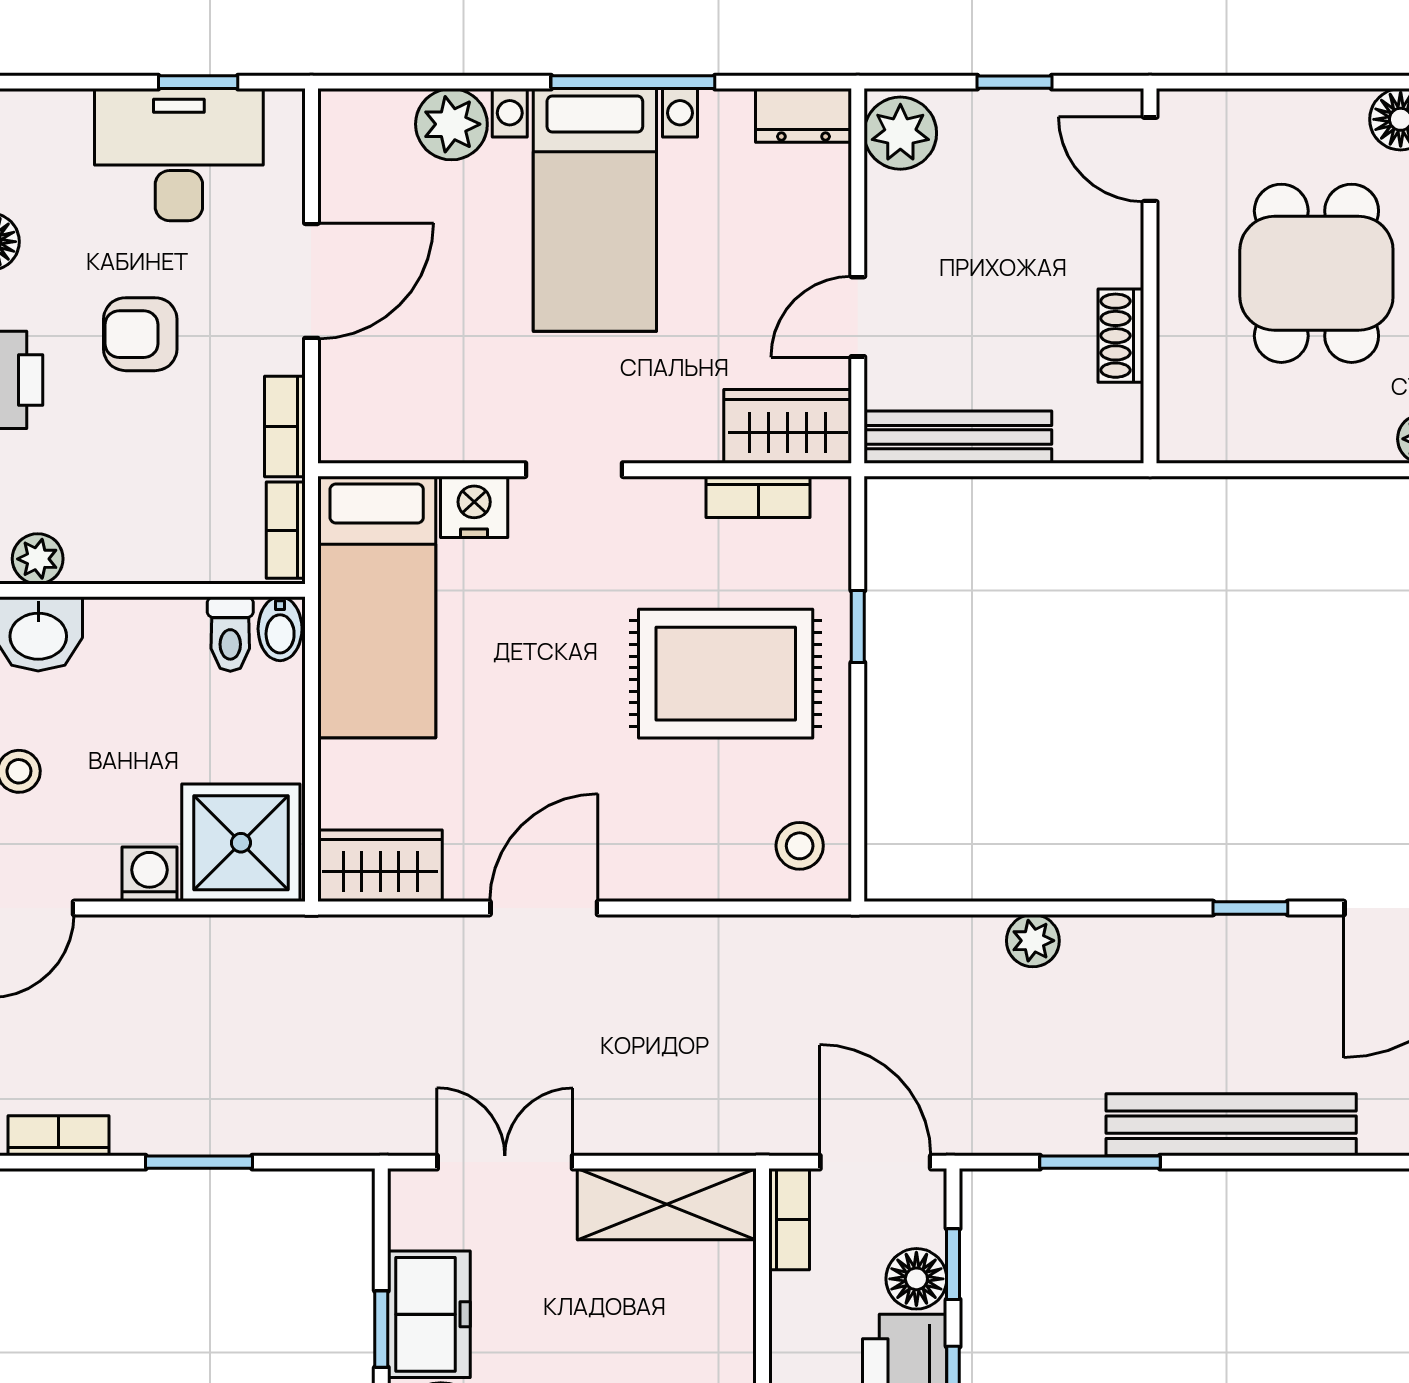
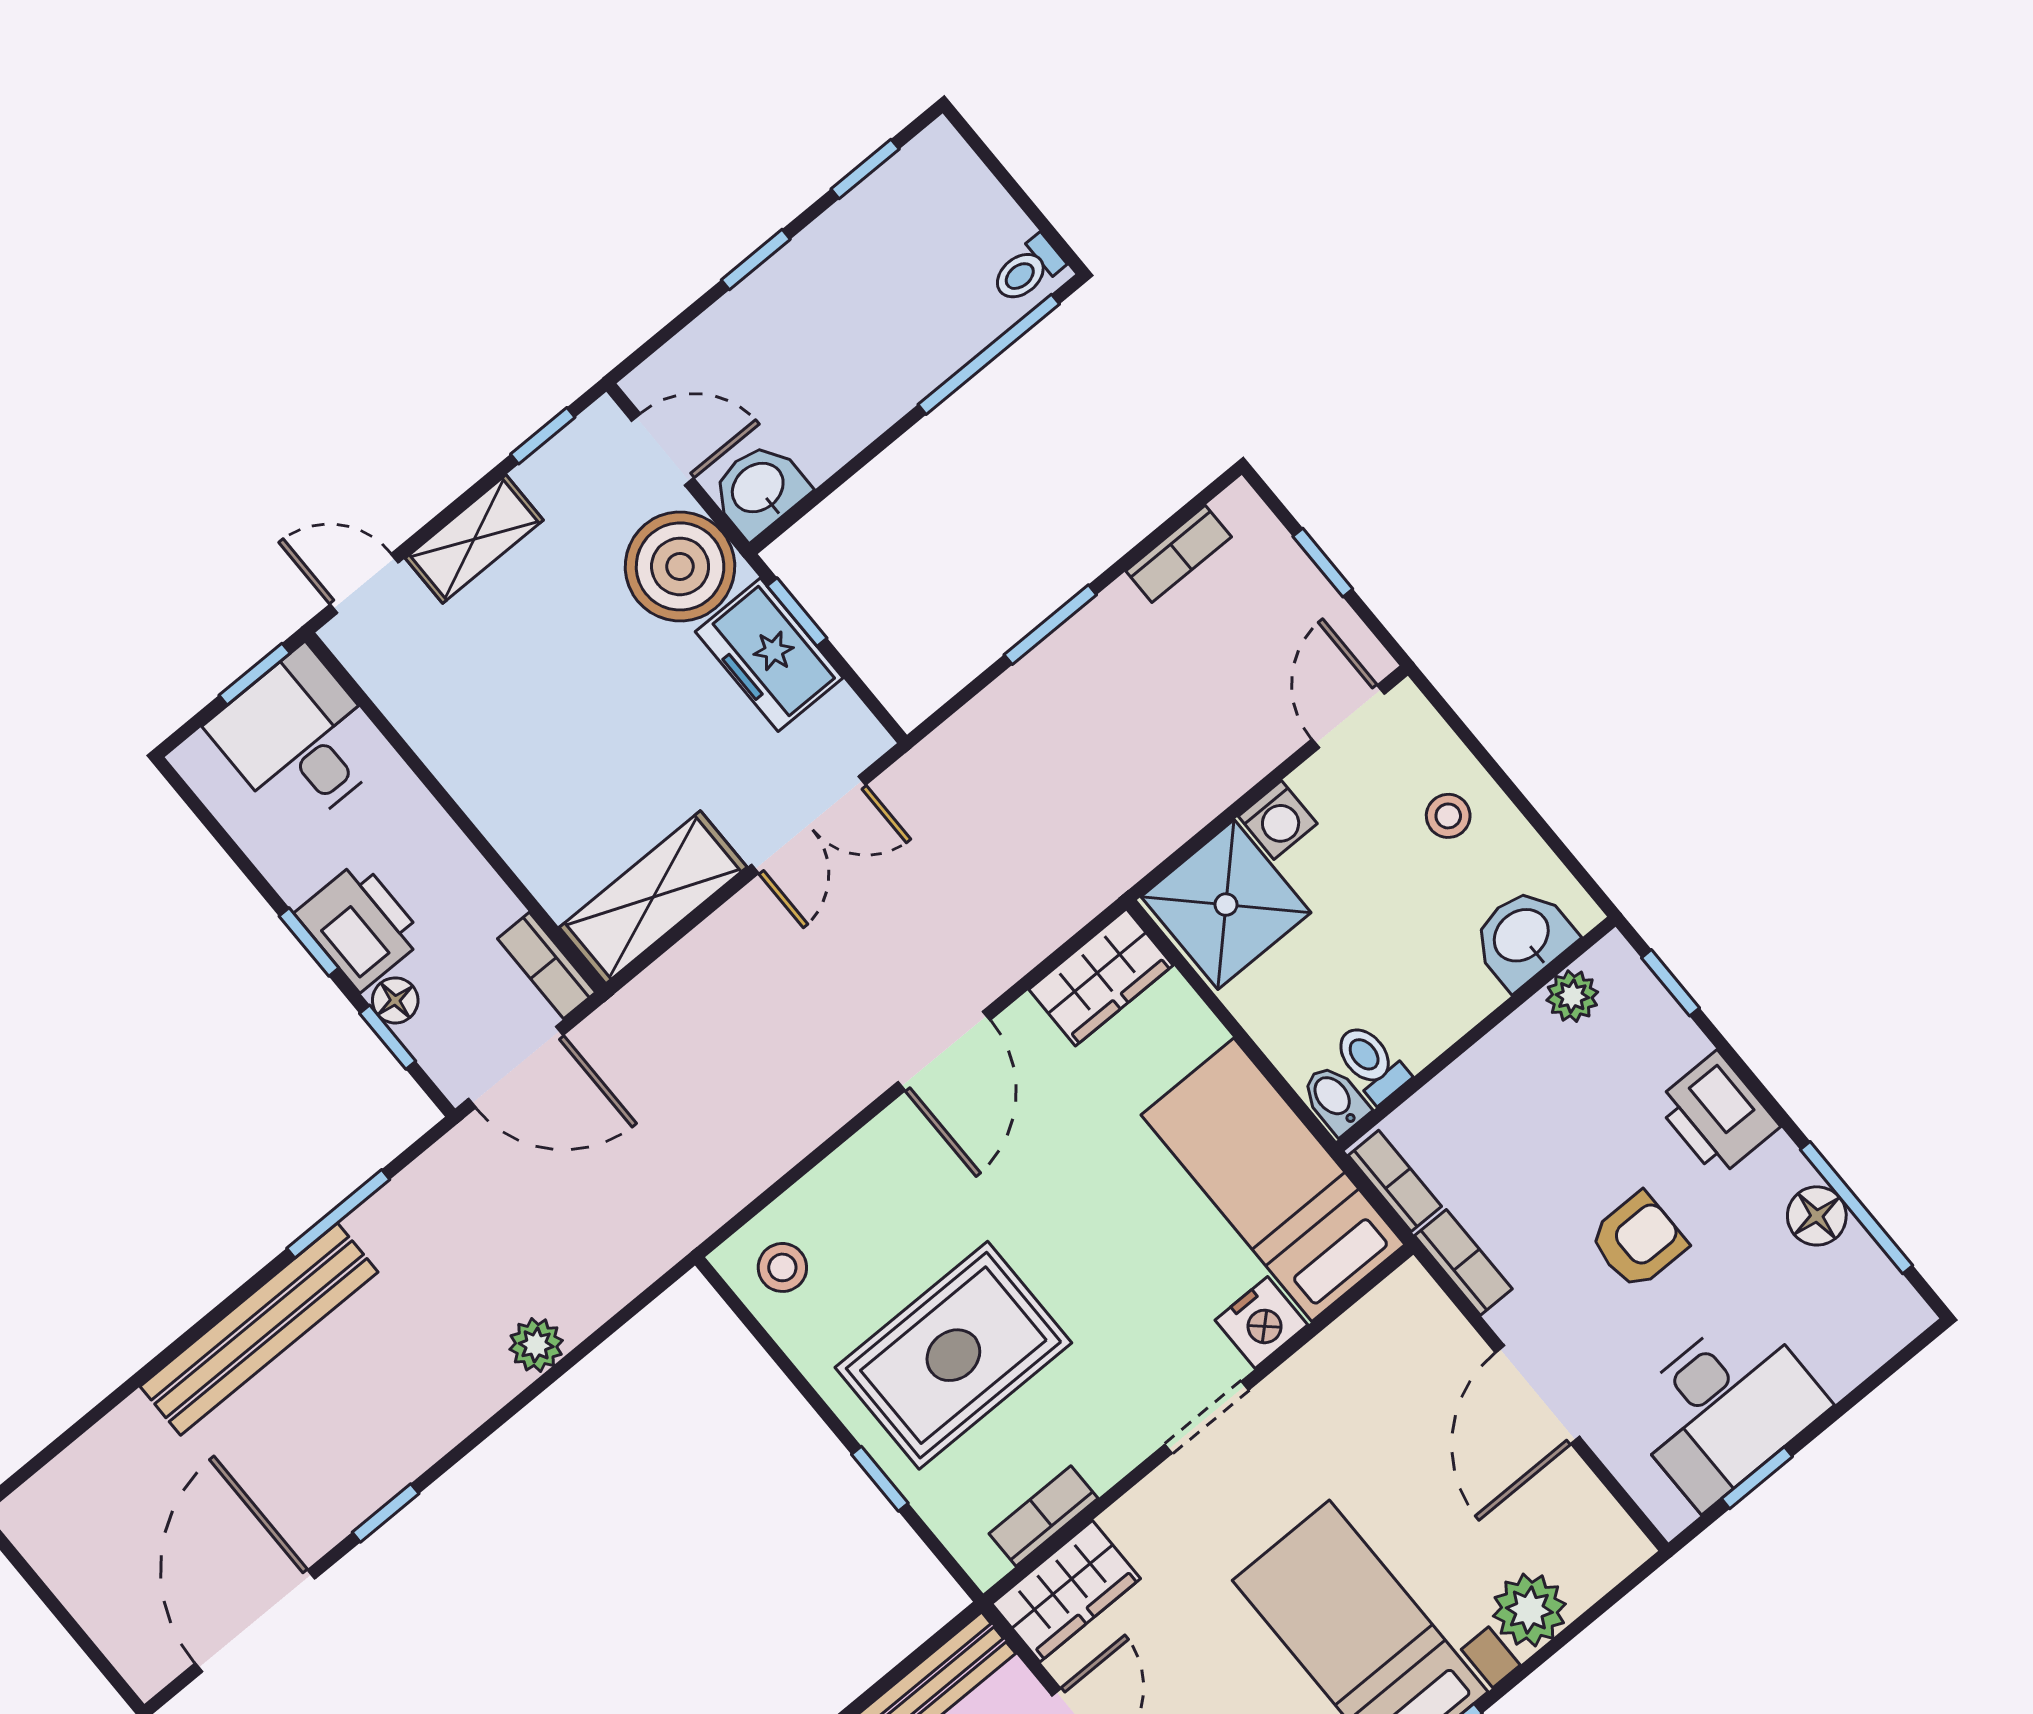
floor lamp: (916, 1279) -> (395, 1000), width x0.73, depth x0.73

